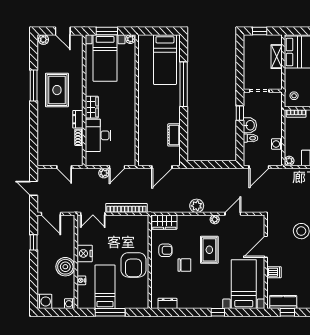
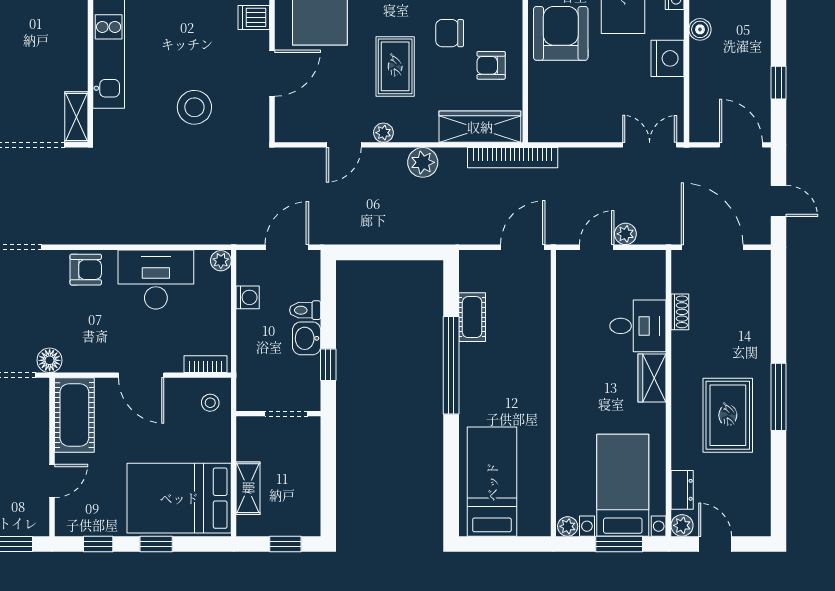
plant: (43, 40) -> (682, 525), moved
window: (184, 84) -> (451, 365), moved
window: (34, 86) -> (779, 397), moved
dresser: (78, 119) -> (682, 490), moved
desk: (98, 135) -> (638, 326), width x0.73
door: (64, 167) -> (712, 247), width x1.87
door: (162, 167) -> (523, 247), moved
bookcase: (126, 208) -> (513, 158), moved
wardrobe: (164, 222) -> (480, 127), width x1.50
boiler: (65, 267) -> (700, 29), width x0.54, depth x0.54

